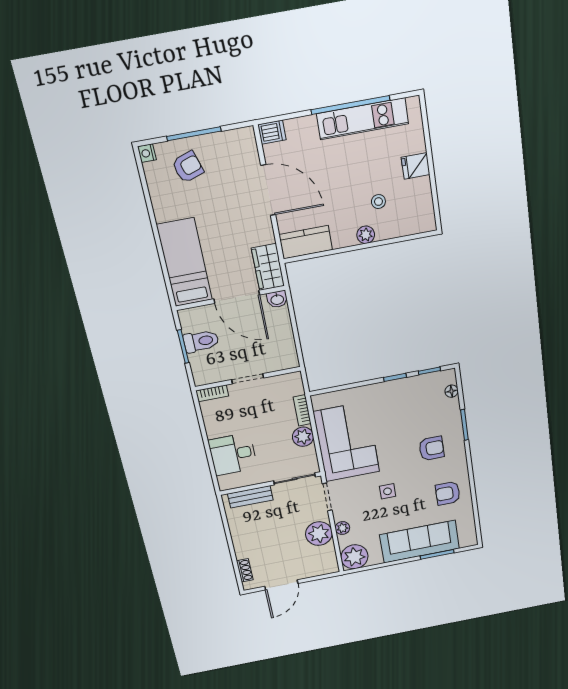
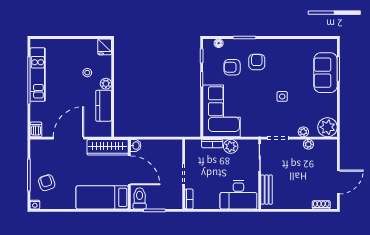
fridge: (416, 166) -> (105, 47), moved
kitchen counter: (306, 242) -> (104, 106), moved
wardrobe: (268, 267) -> (108, 147), width x1.50
door: (237, 297) -> (129, 170), hinge flipped
toilet: (201, 341) -> (140, 198), moved
corner sofa: (347, 442) -> (221, 111), moved, turned 90
desk: (233, 454) -> (238, 195), width x1.37
armchair: (448, 493) -> (232, 67), moved, turned 90
plant: (319, 534) -> (308, 144), width x0.53, depth x0.53
sofa: (420, 542) -> (326, 73), width x0.73
door: (281, 585) -> (338, 182), hinge flipped

